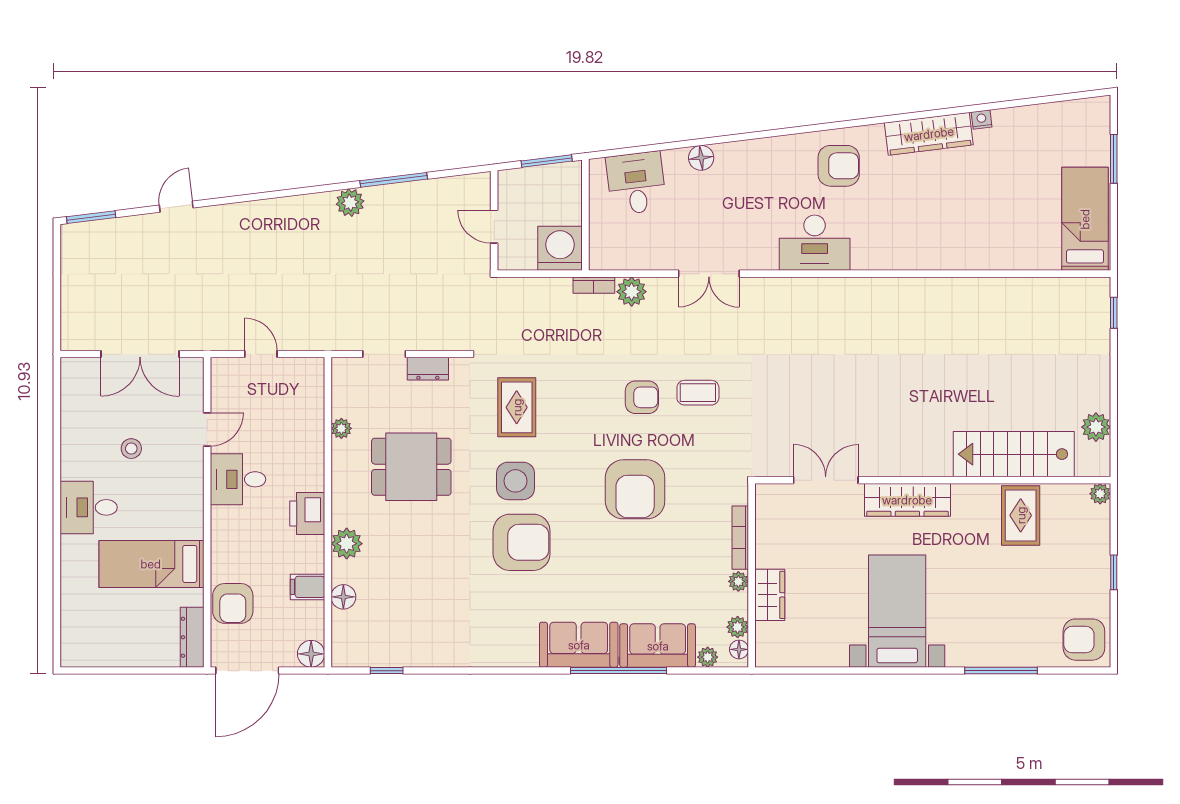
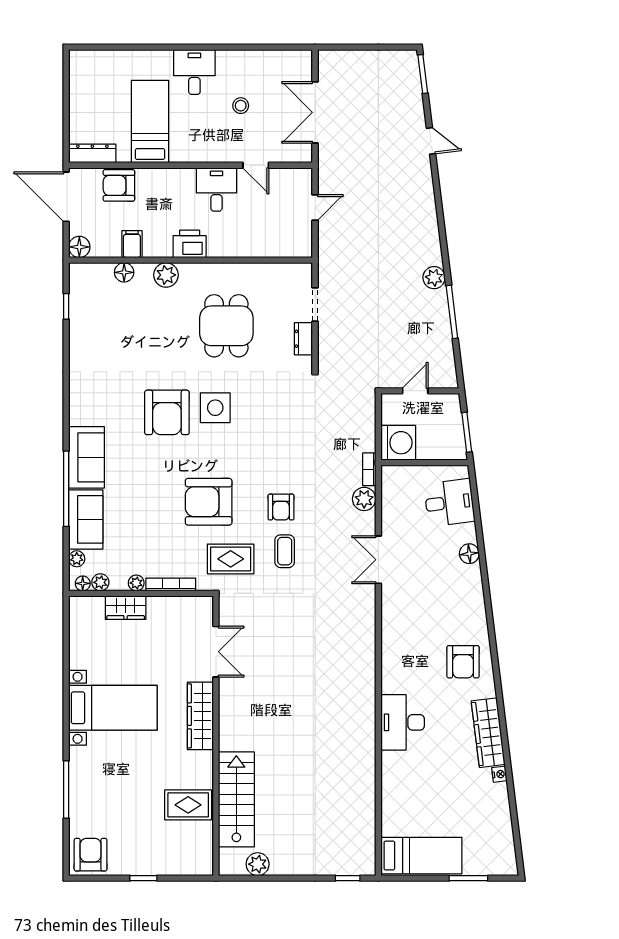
desk: (815, 243) -> (403, 722), moved
rug: (517, 407) -> (231, 559), moved
plant: (341, 428) -> (257, 271), removed
plant: (1100, 494) -> (205, 867), removed

